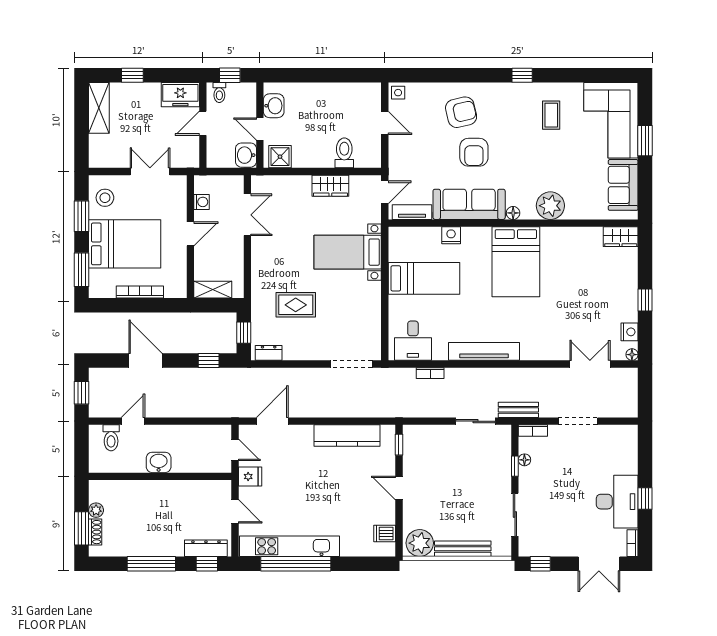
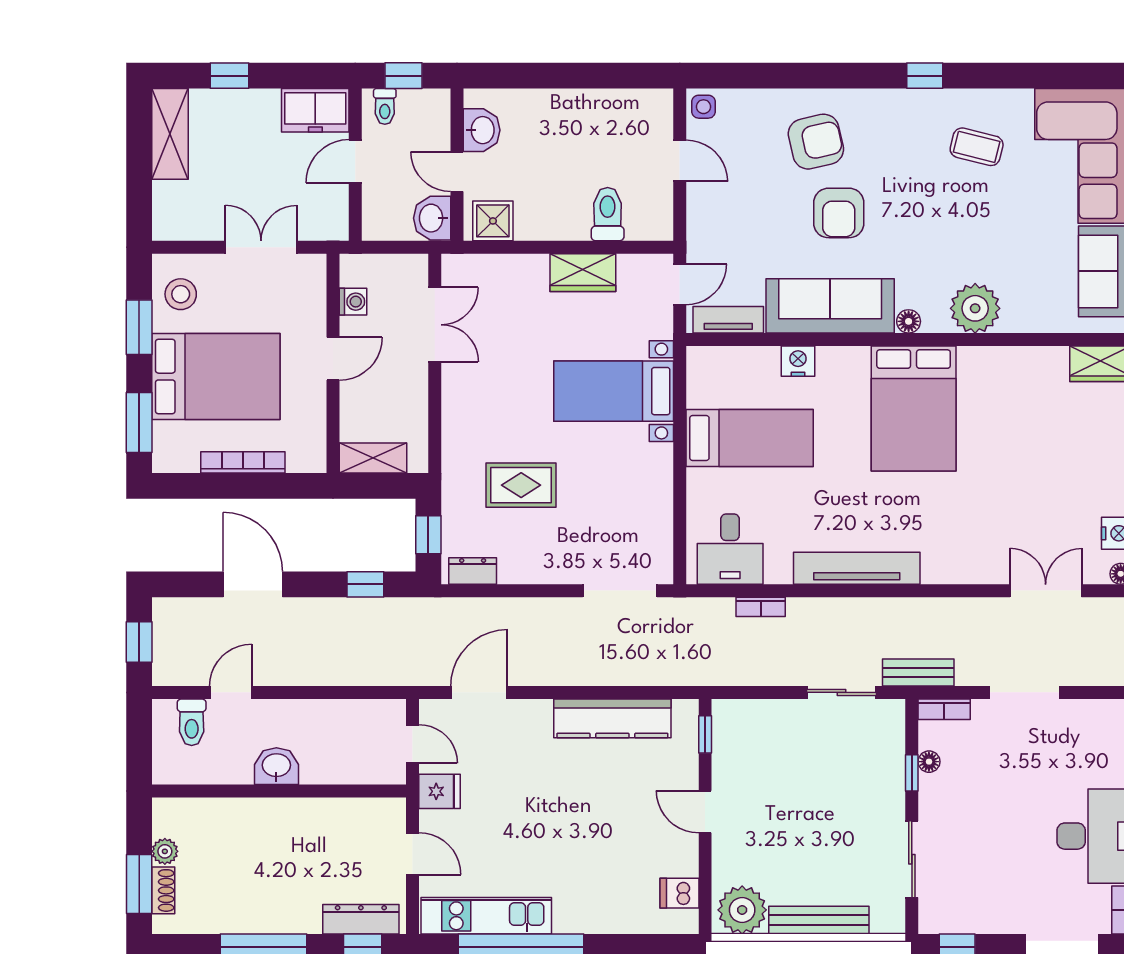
coffee table: (551, 115) -> (977, 147), turned -76
kitchen unit: (290, 546) -> (486, 916), width x0.73

